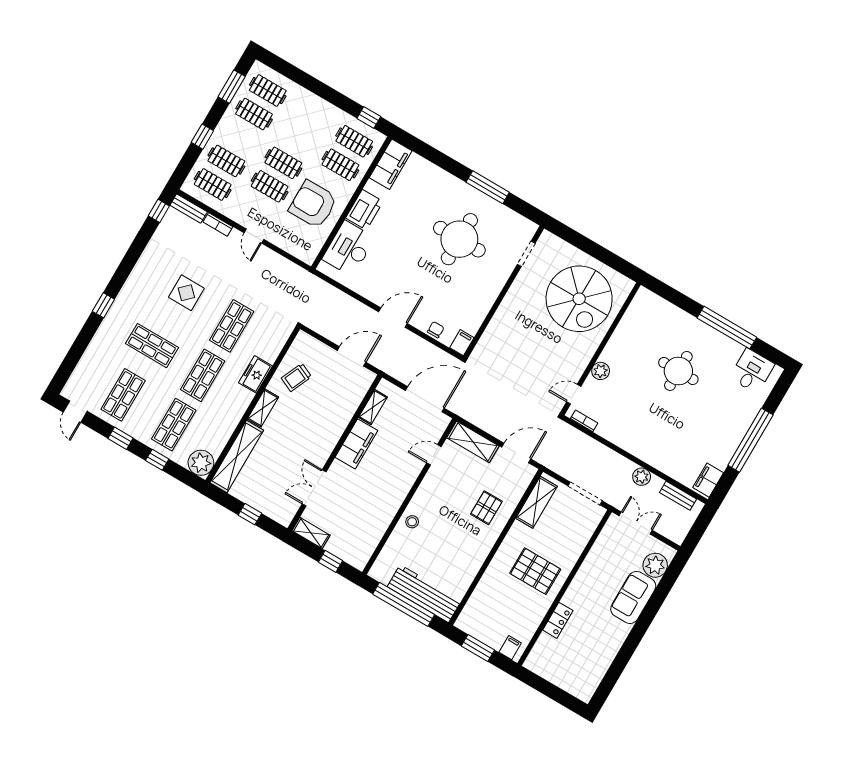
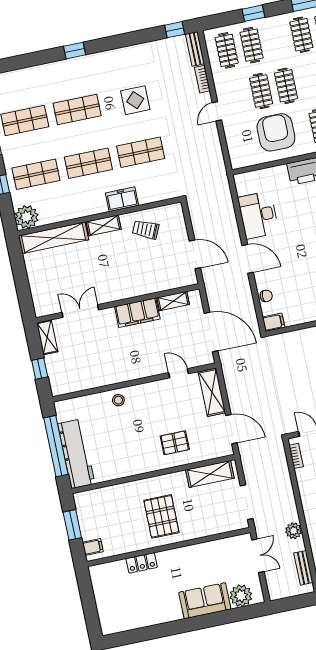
desk: (349, 249) -> (258, 215), moved, turned -90
shop shelf: (152, 346) -> (77, 109), turned 90
window: (250, 514) -> (22, 283), removed

